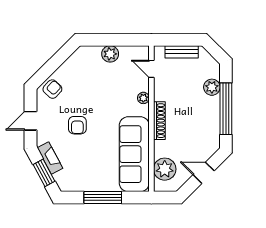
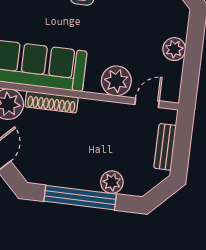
plant: (143, 98) -> (116, 81), width x1.87, depth x1.87
shoe rack: (159, 121) -> (52, 102), moved

